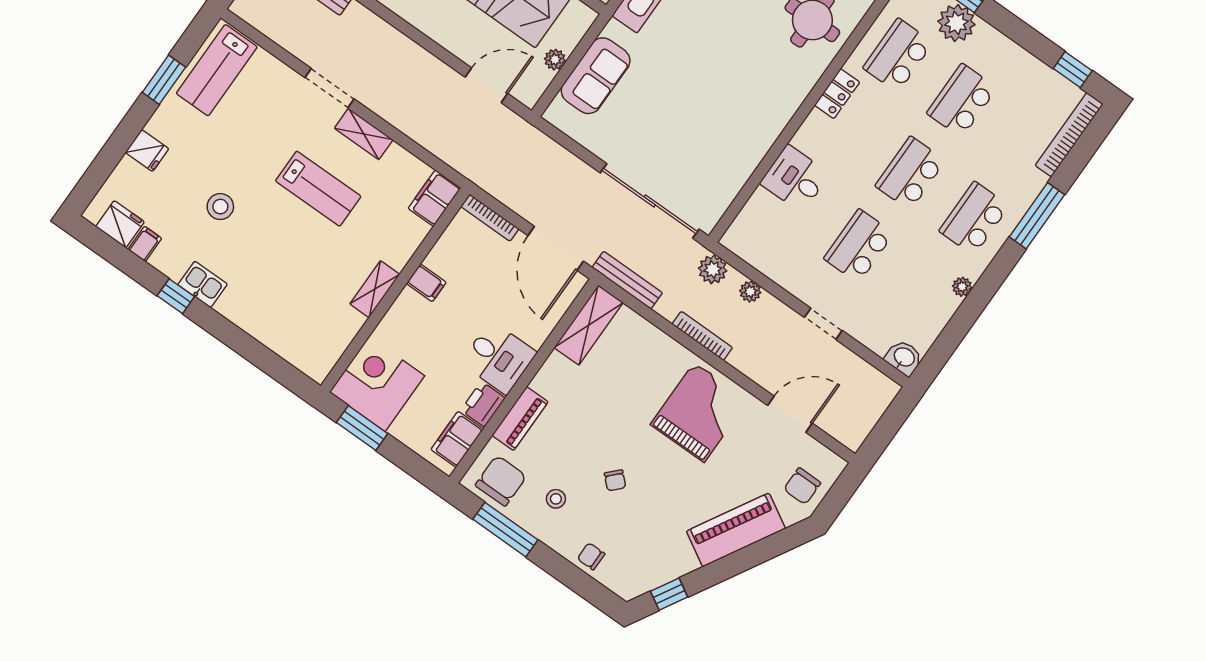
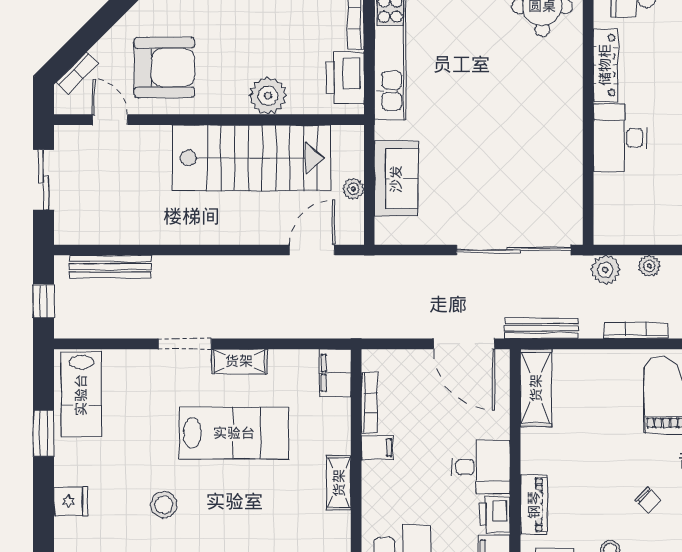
locker: (837, 94) -> (605, 65), width x1.53
desk: (795, 179) -> (620, 138), width x1.37
lab bench: (318, 189) -> (234, 433), width x1.36, depth x1.39
bookcase: (490, 218) -> (369, 403), moved, turned -90

